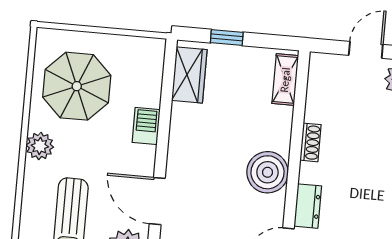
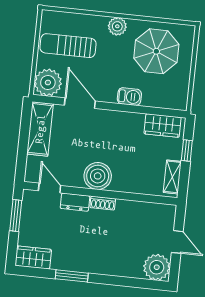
shelving: (285, 80) -> (172, 177), moved, turned 90
shoe rack: (311, 142) -> (103, 203), moved
door: (157, 201) -> (80, 103), hinge flipped

